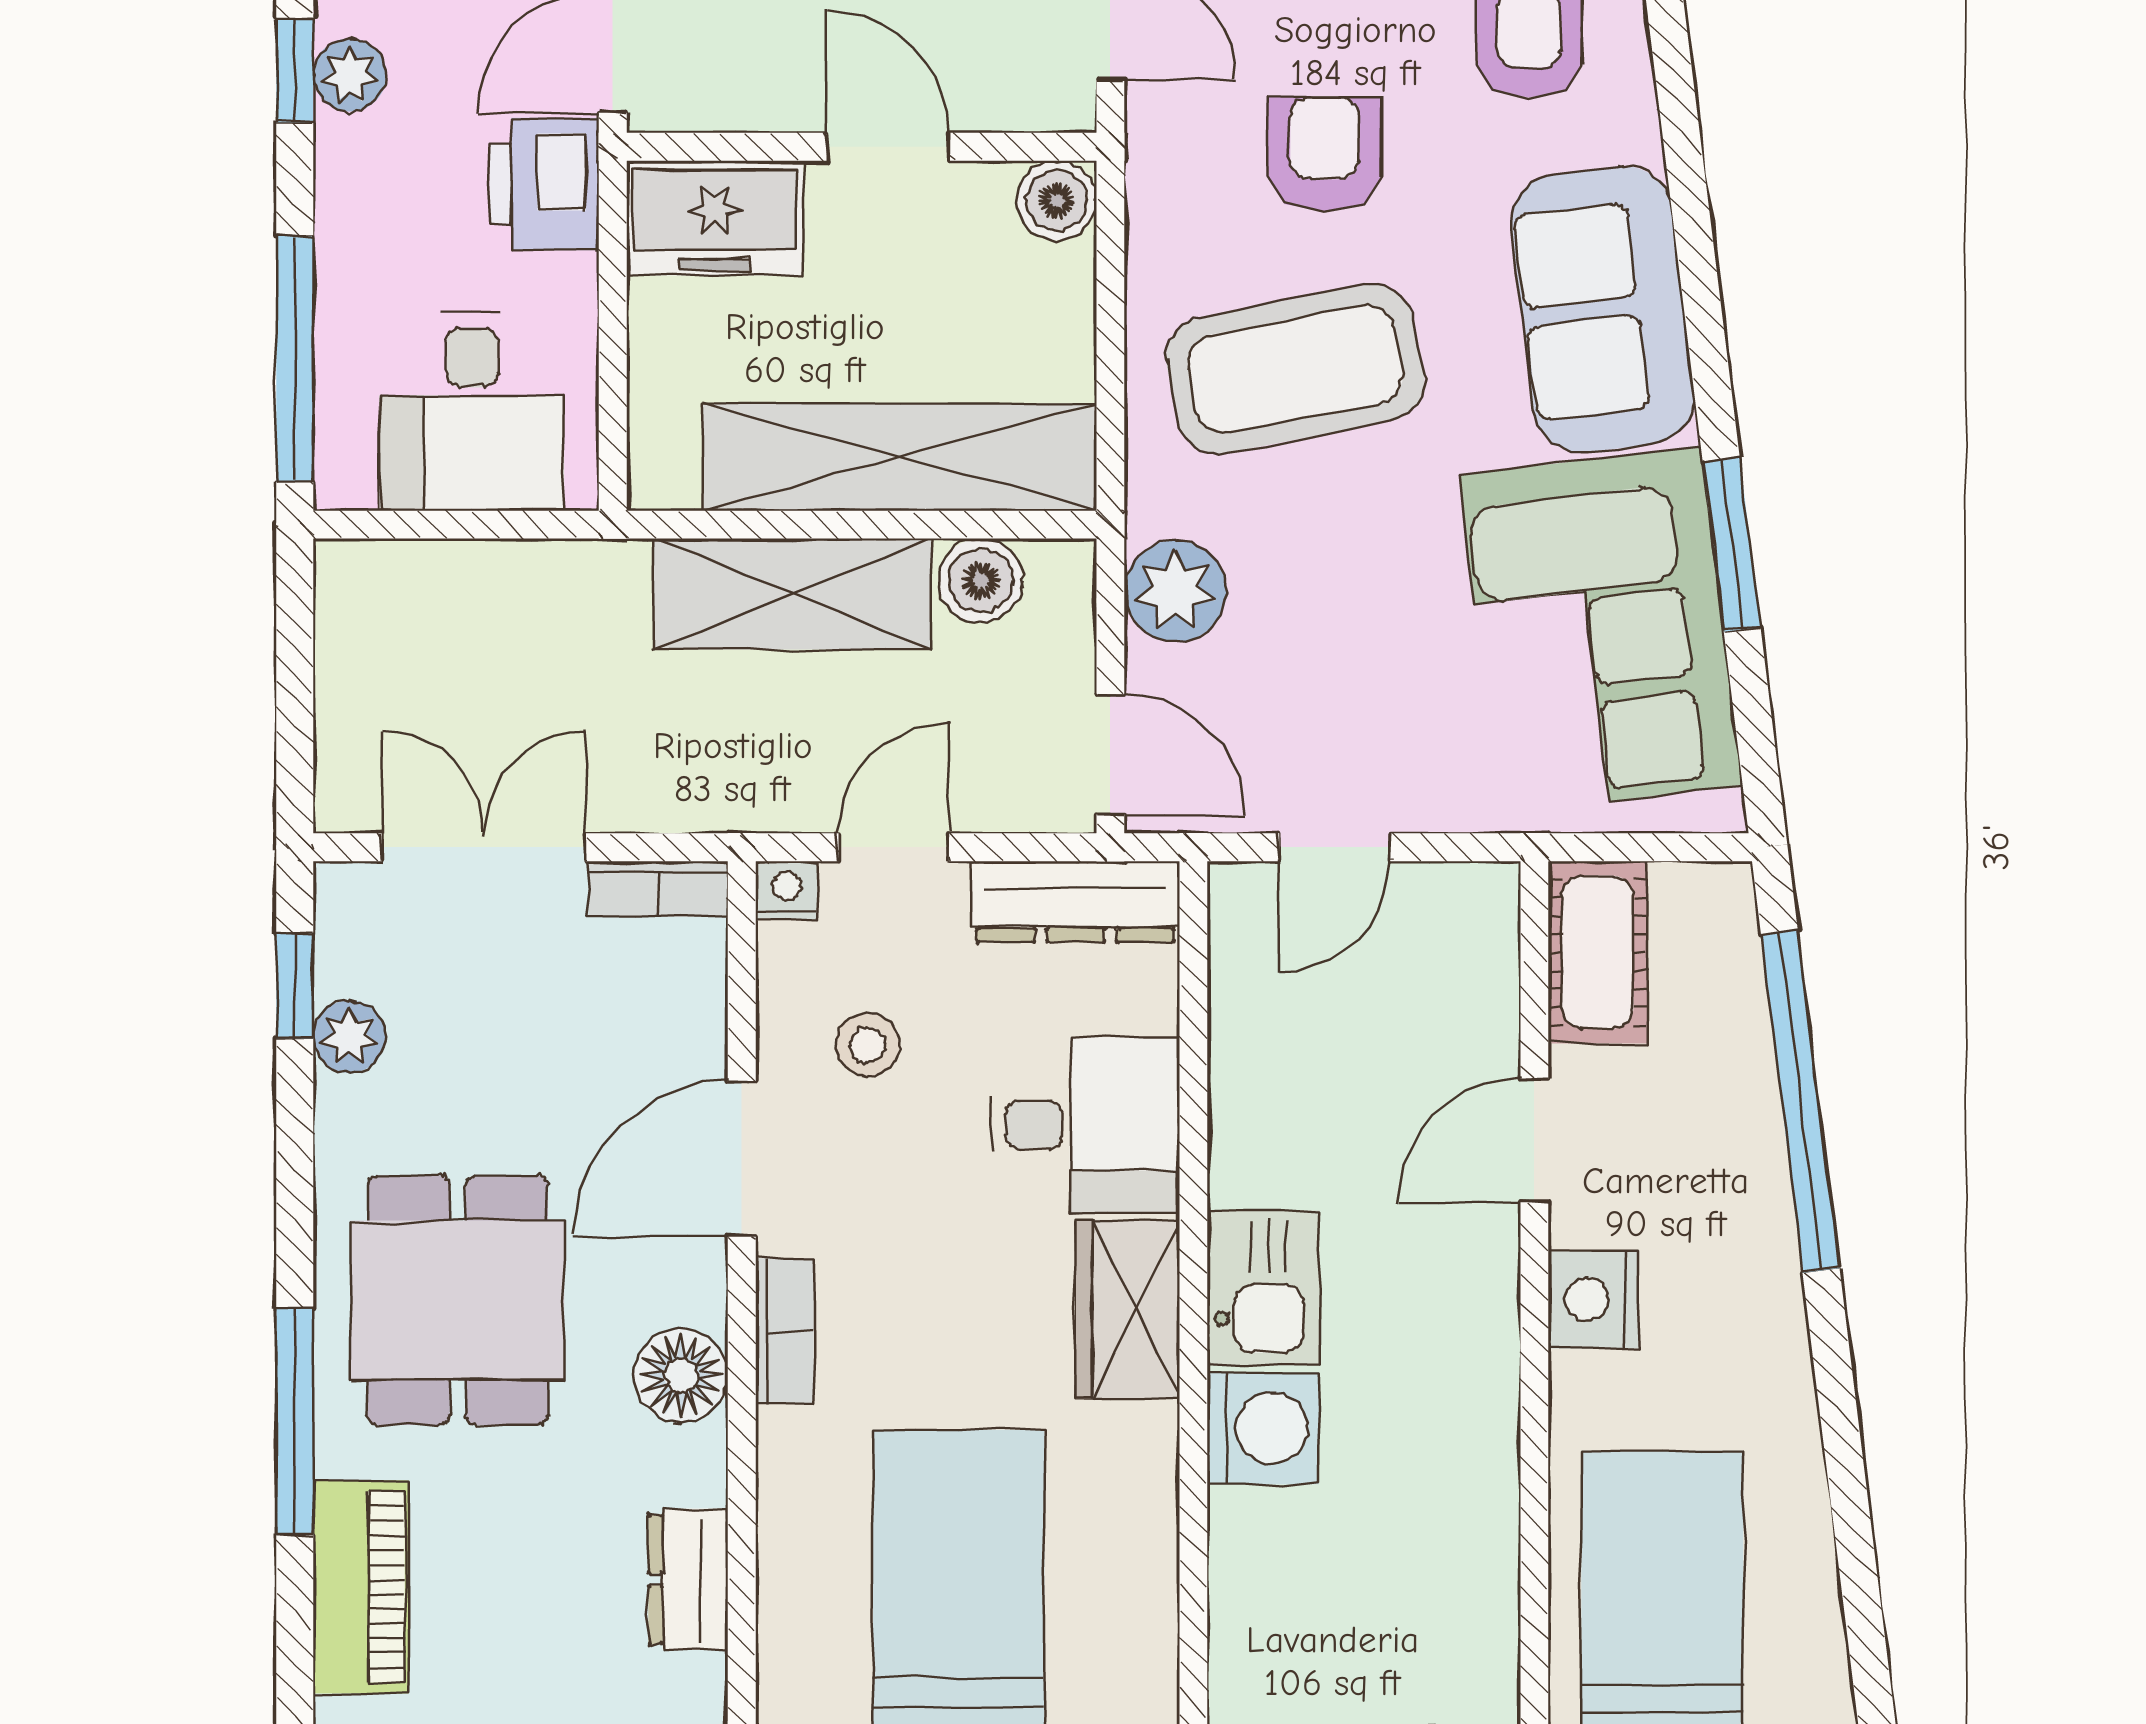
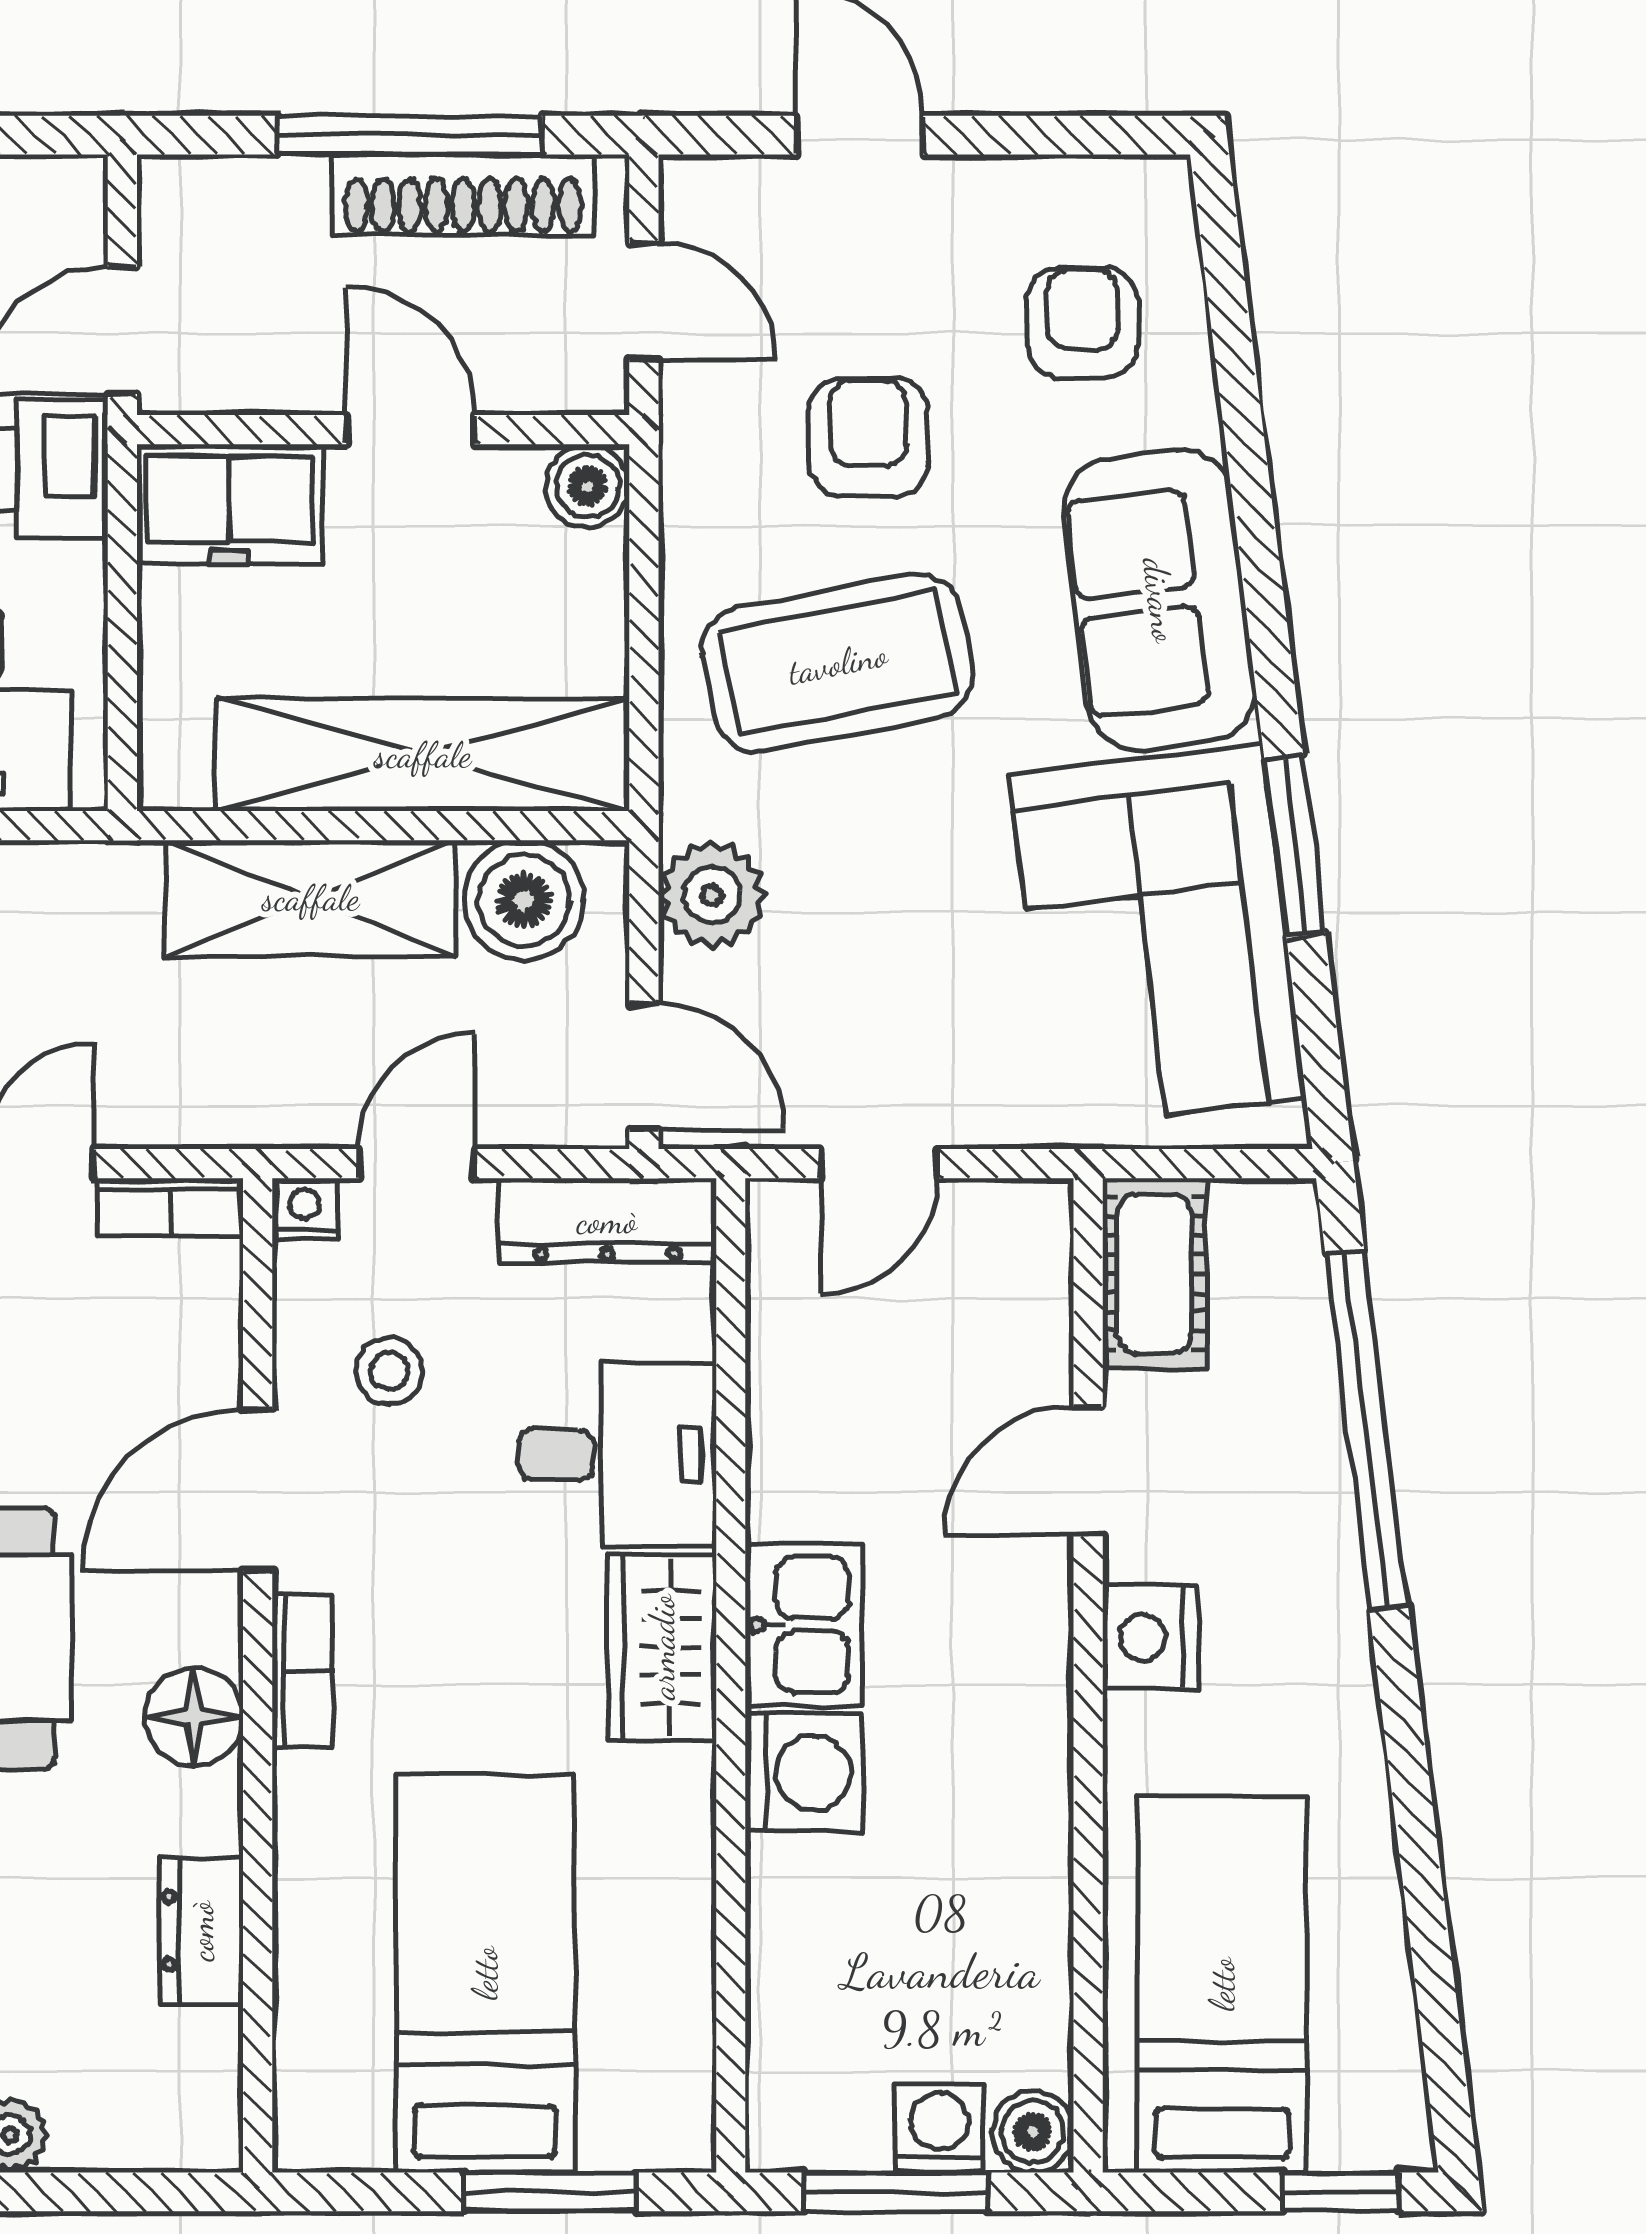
boiler: (980, 581) -> (524, 900), width x1.36, depth x1.36

